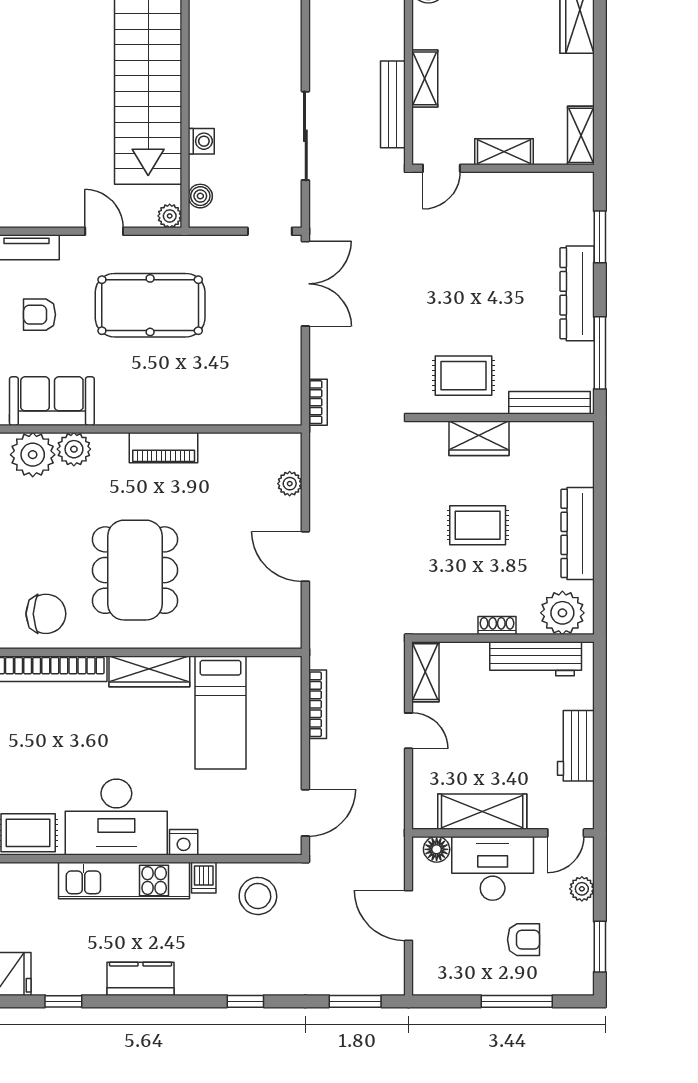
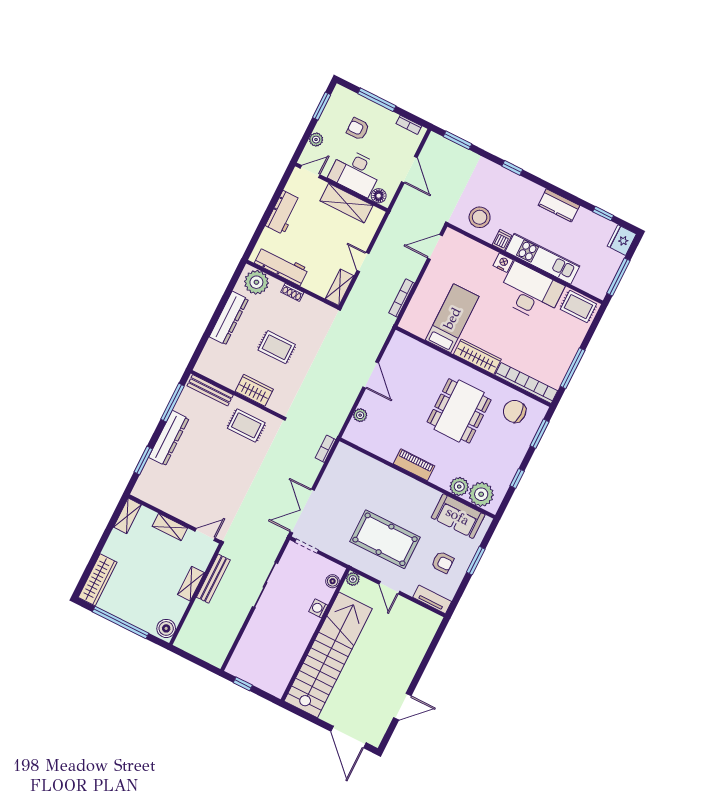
bookcase: (445, 987) -> (409, 125), added

